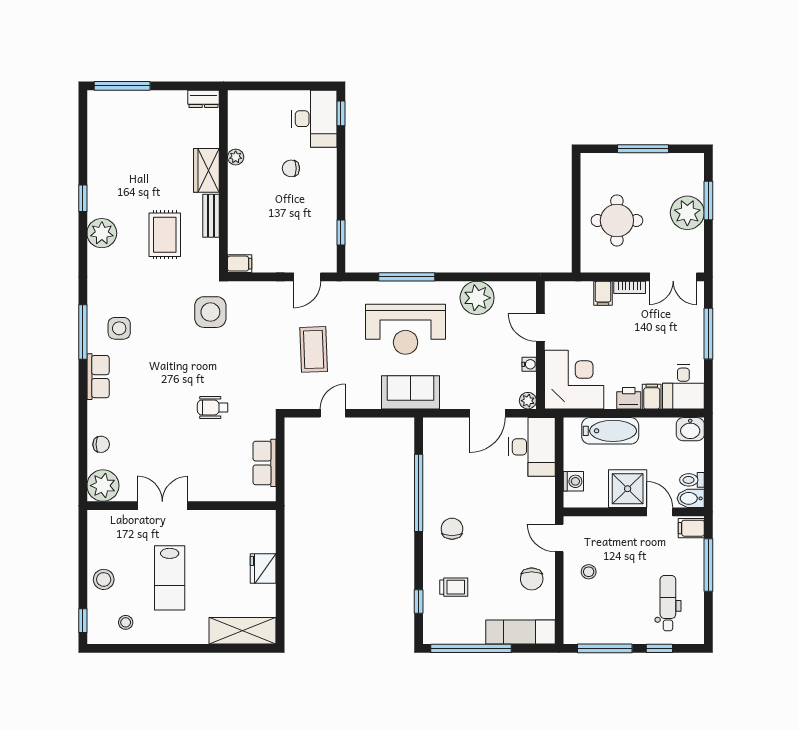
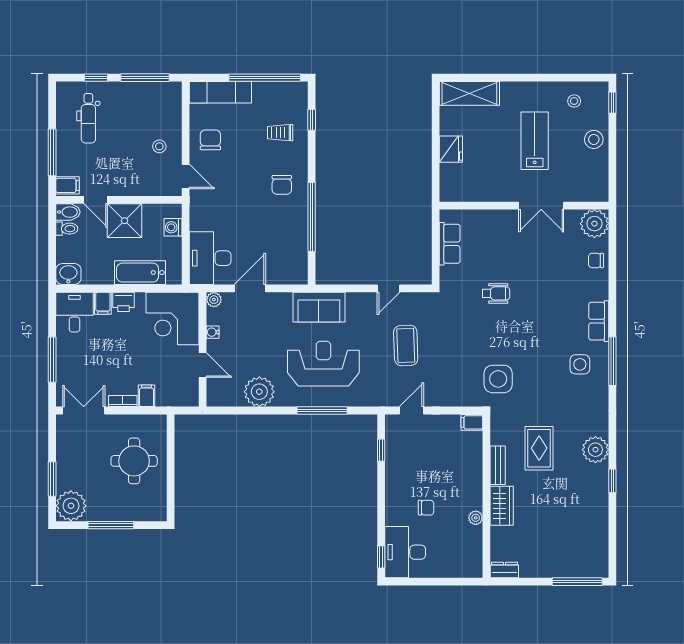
plant: (687, 213) -> (71, 506), moved

